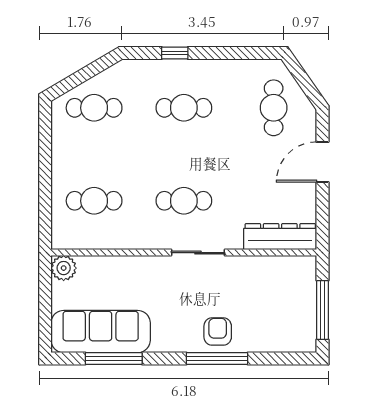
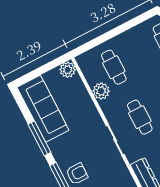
plant: (119, 236) -> (101, 91), added
window: (114, 359) -> (39, 138), moved

